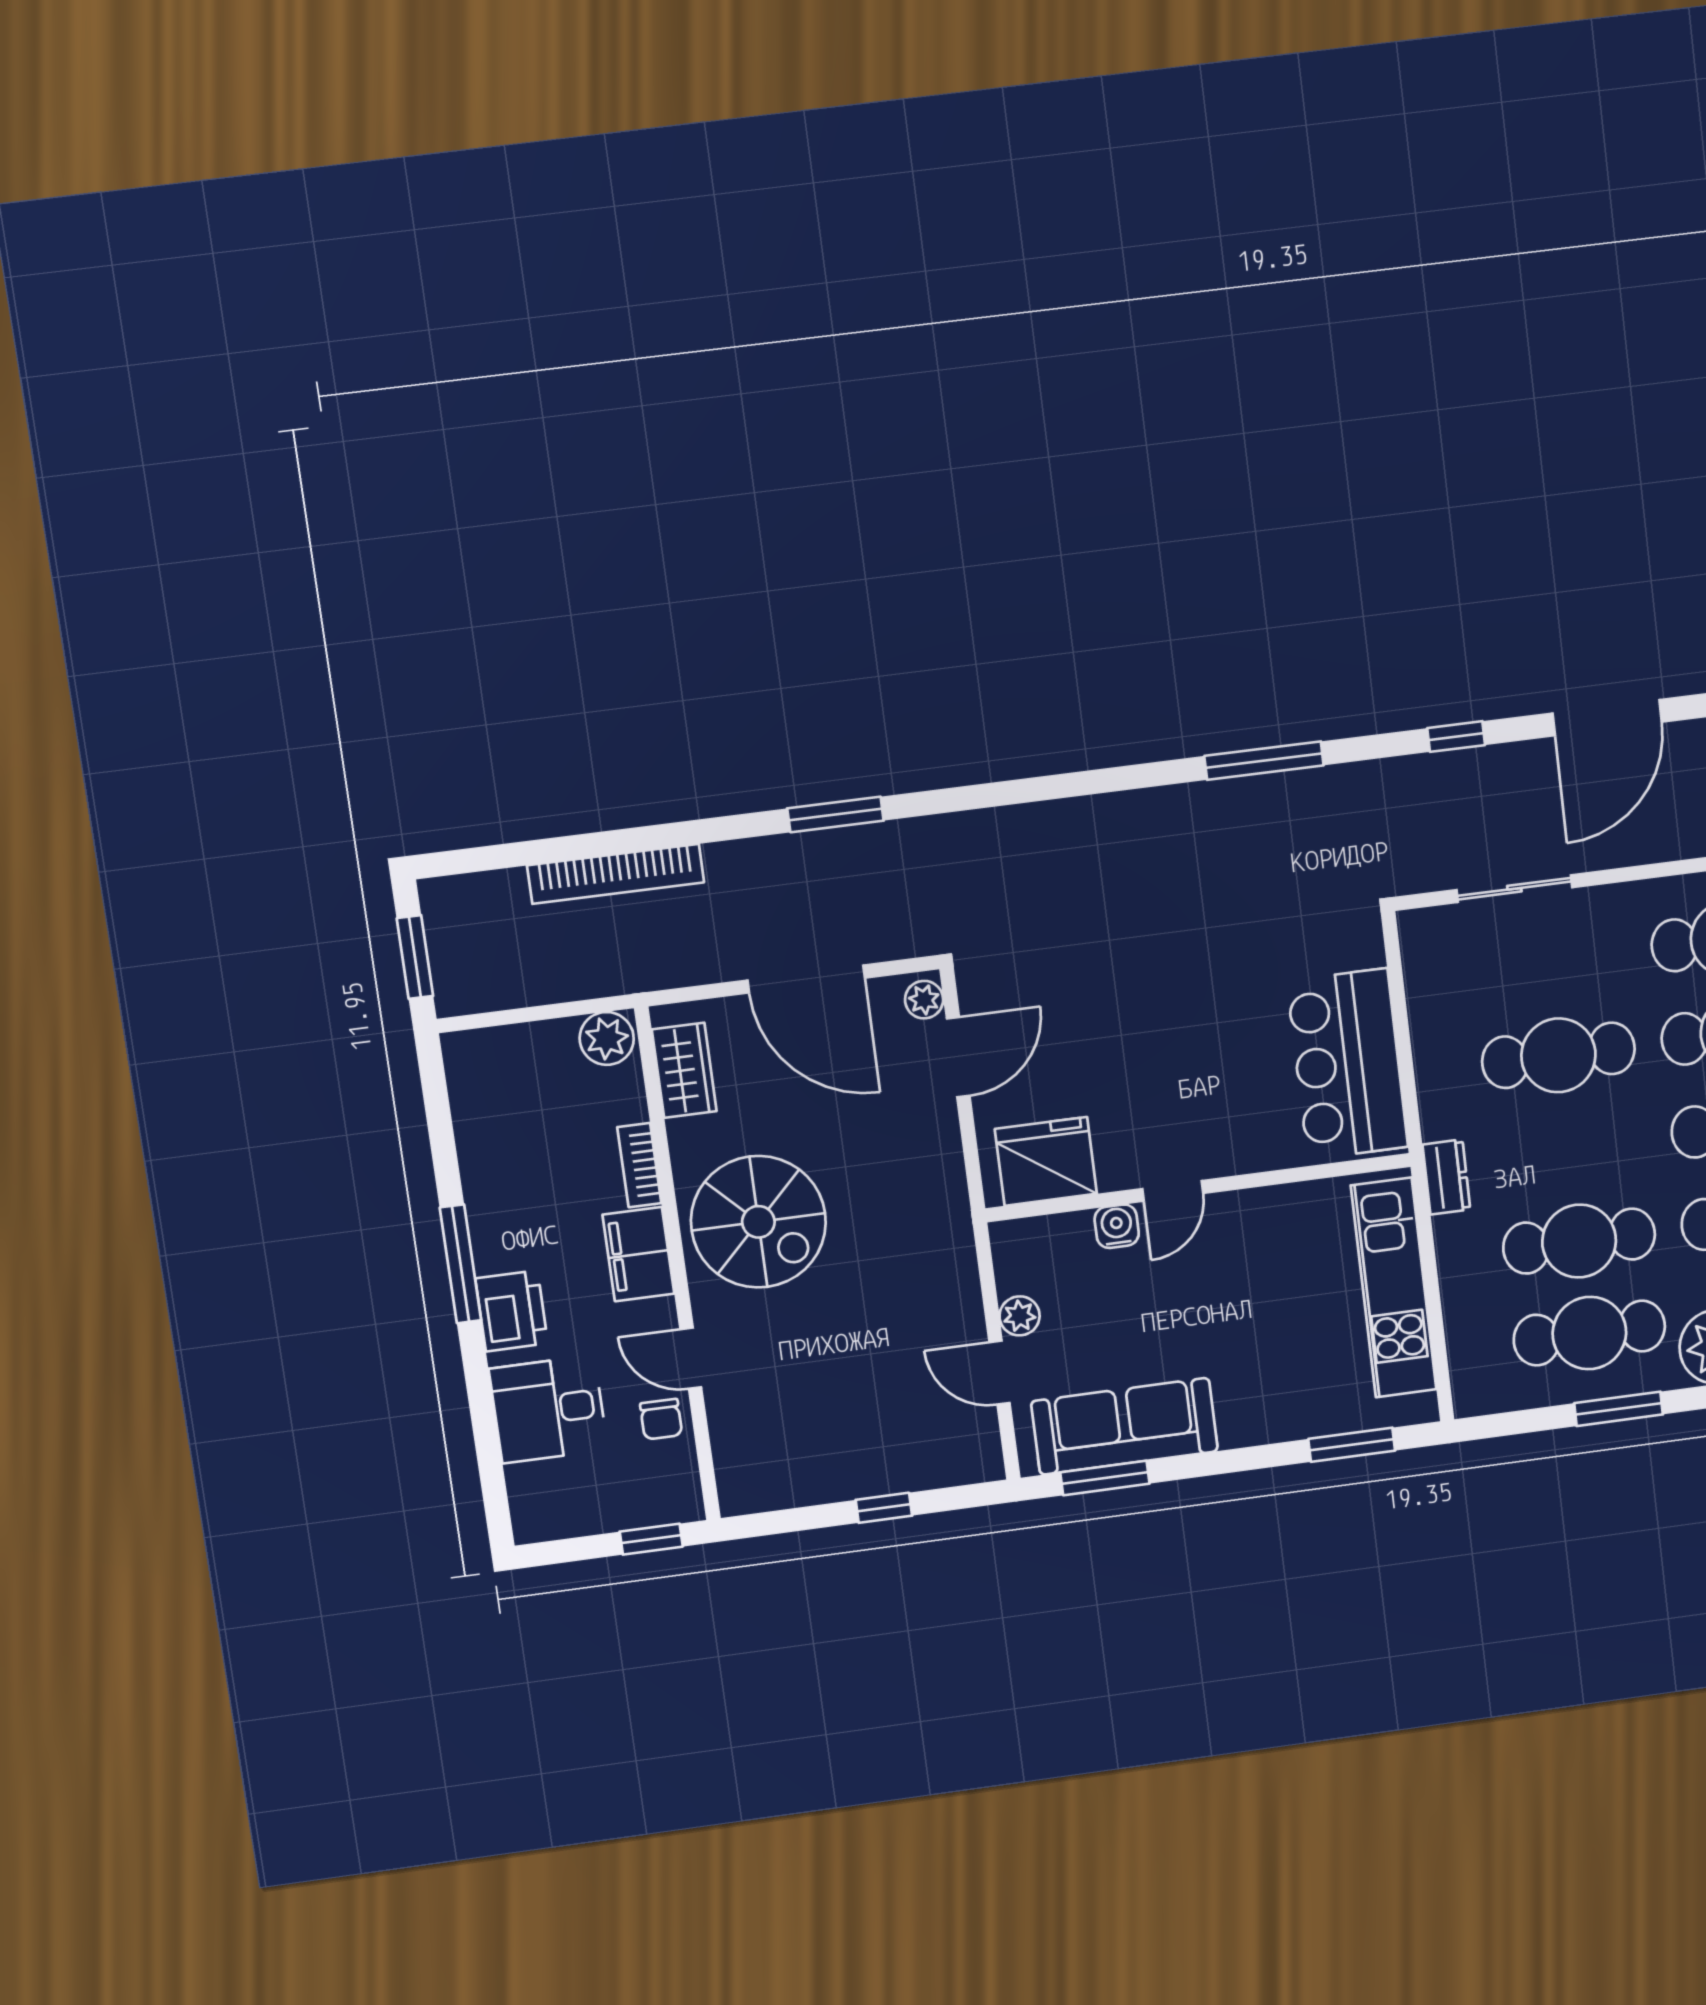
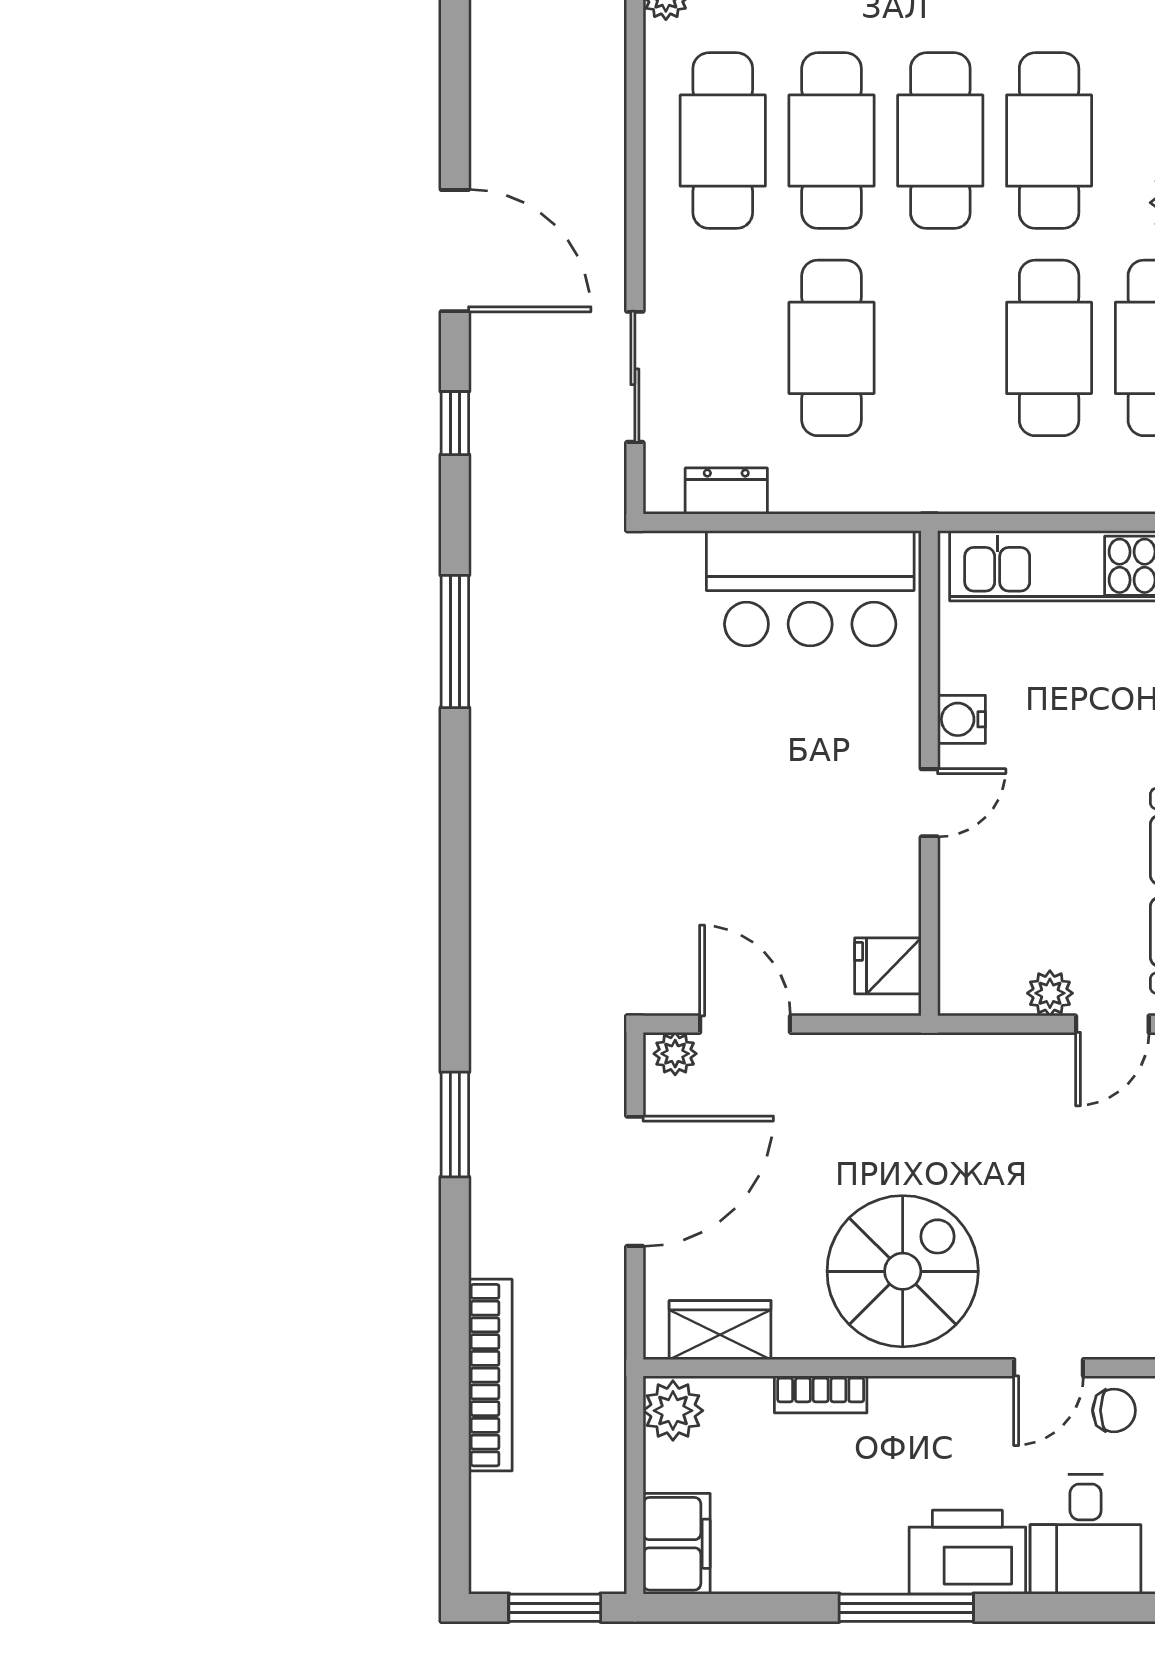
fridge: (1046, 1161) -> (888, 966), width x0.53, depth x0.75
dresser: (1446, 1177) -> (726, 491), moved
door: (1173, 1191) -> (929, 803), hinge flipped
water cooler: (1117, 1226) -> (962, 719), moved
filing cabinet: (638, 1254) -> (677, 1544), moved, turned -90
printer: (512, 1311) -> (967, 1552), width x1.37, depth x1.19

